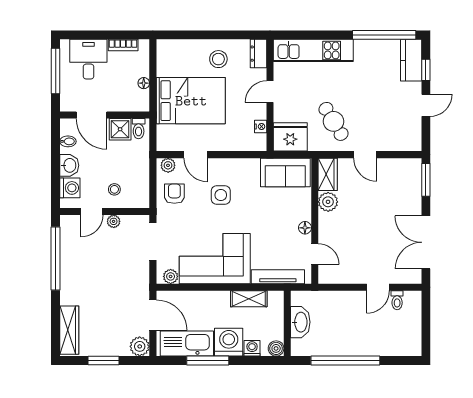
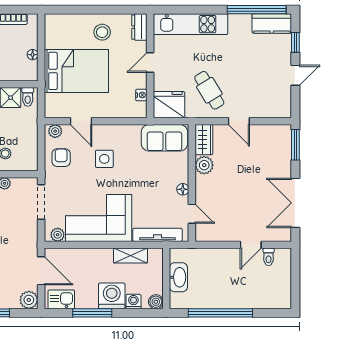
kitchen counter: (411, 60) -> (272, 23), moved, turned -90
kitchen sink: (187, 343) -> (61, 299), width x0.53, depth x0.81

